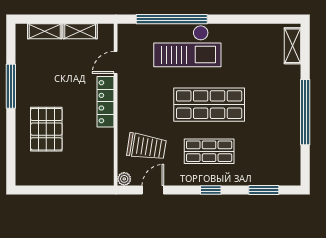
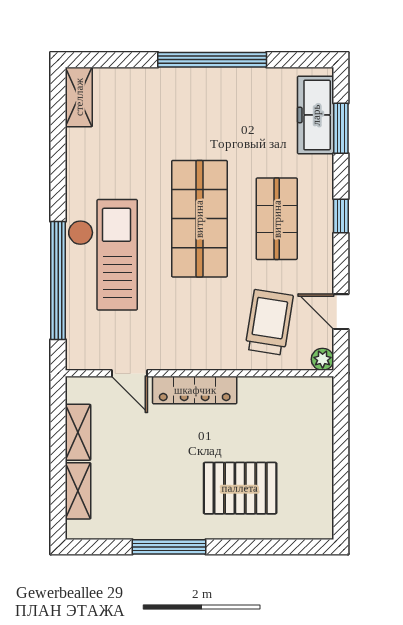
shelving: (293, 46) -> (79, 97), moved, turned 90
freezer: (272, 175) -> (316, 115), added

